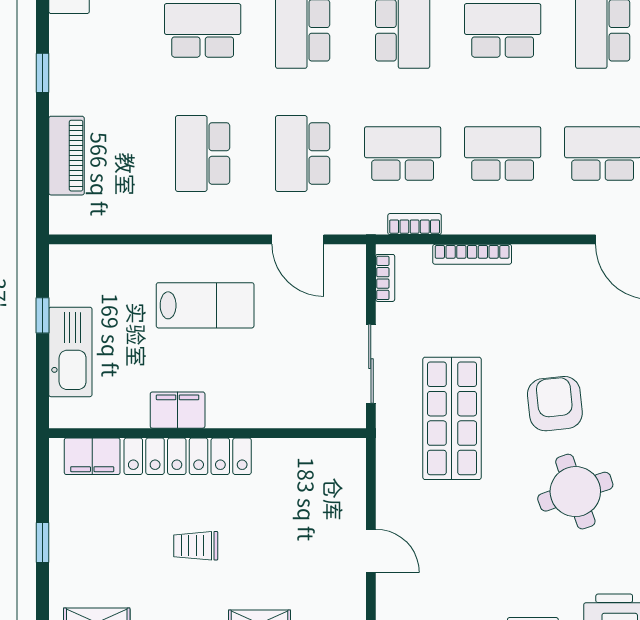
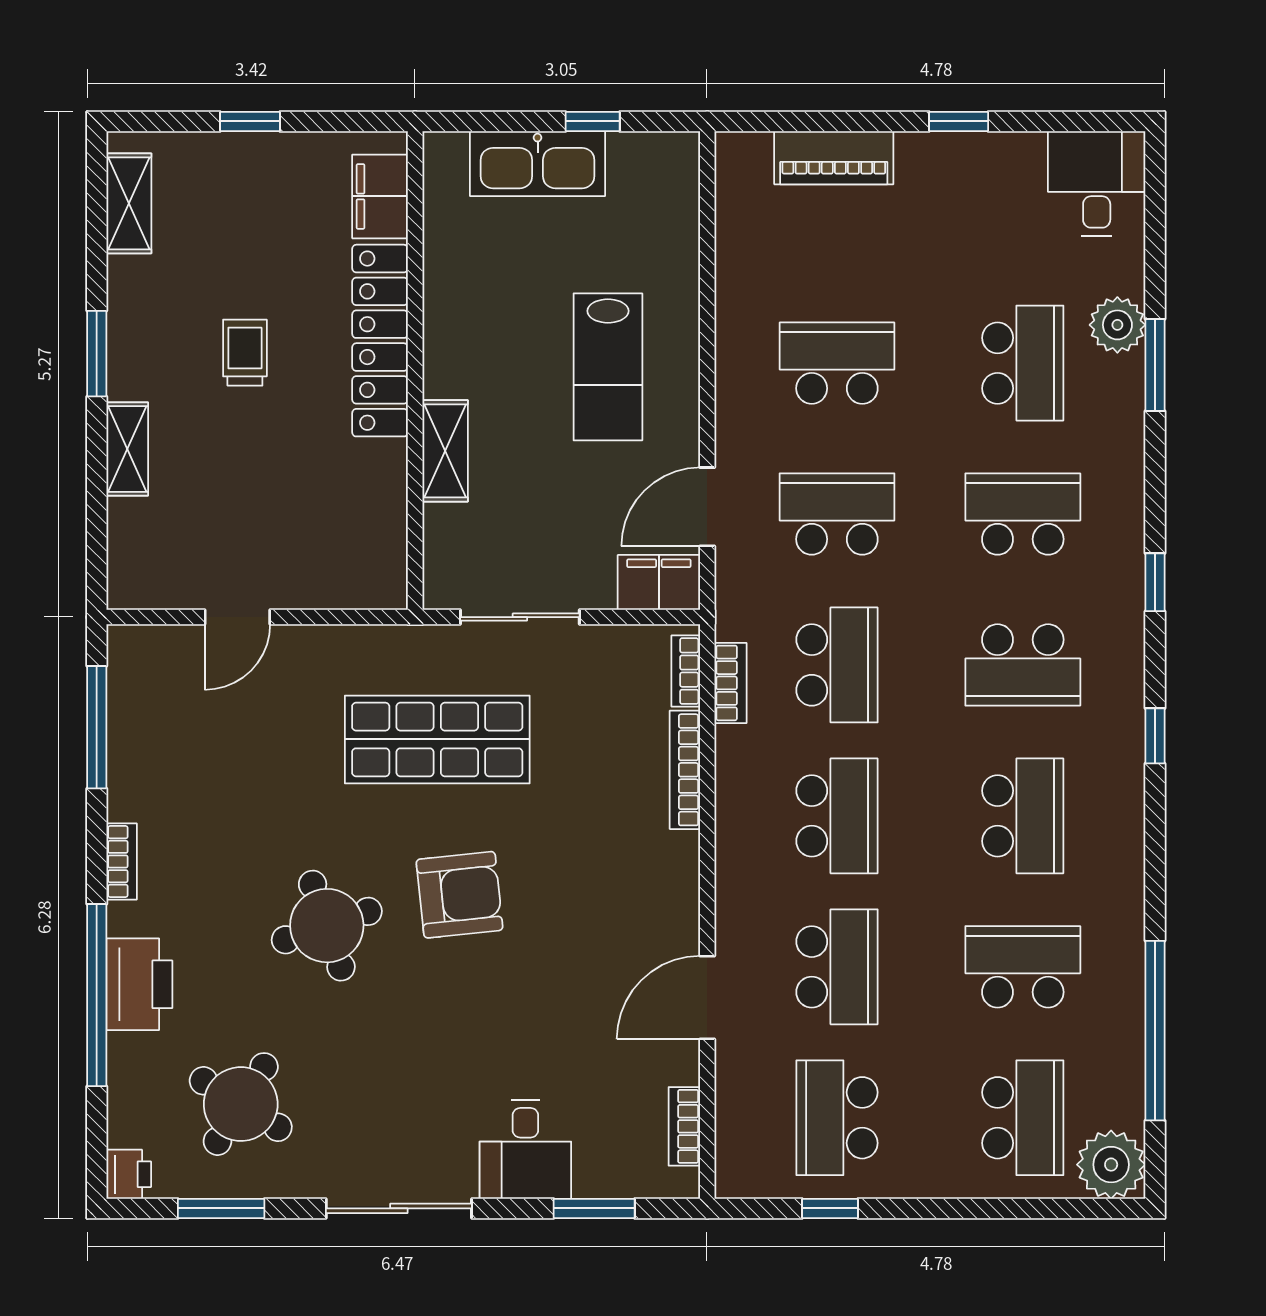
bookcase: (385, 278) -> (686, 671), moved, turned 90
filing cabinet: (178, 410) -> (659, 582), moved, turned -90
shelving: (261, 413) -> (445, 451), added

